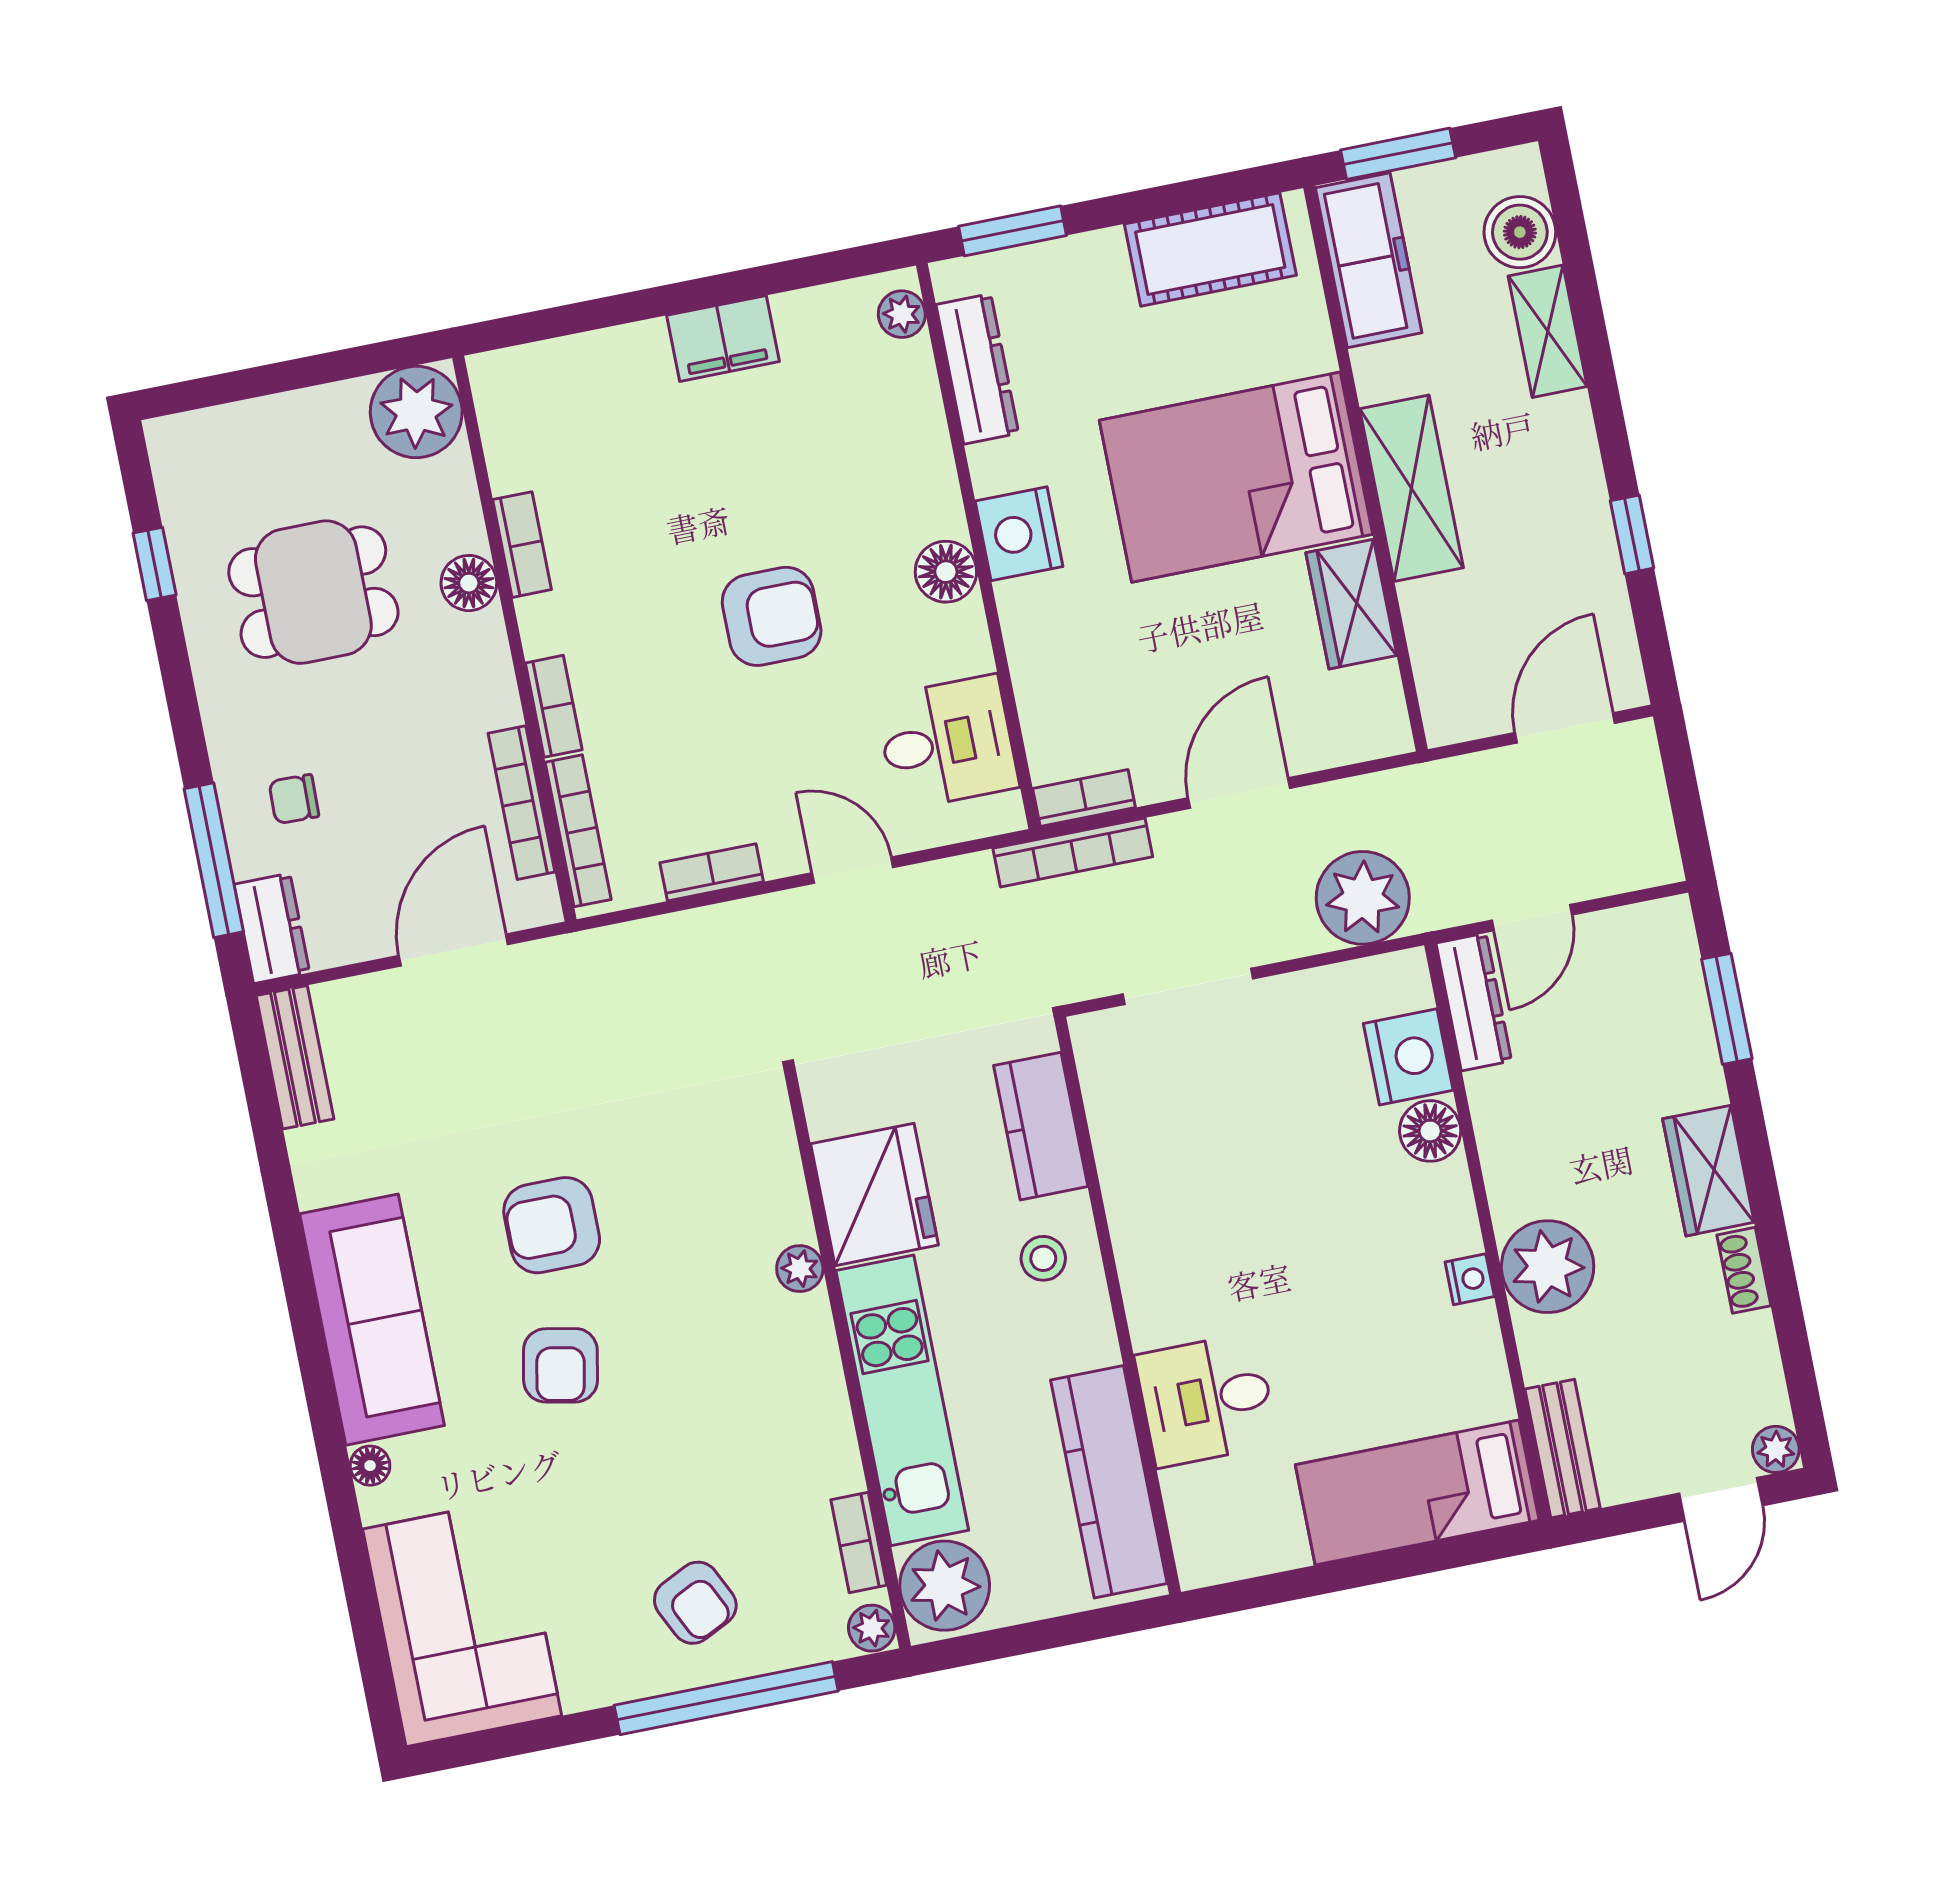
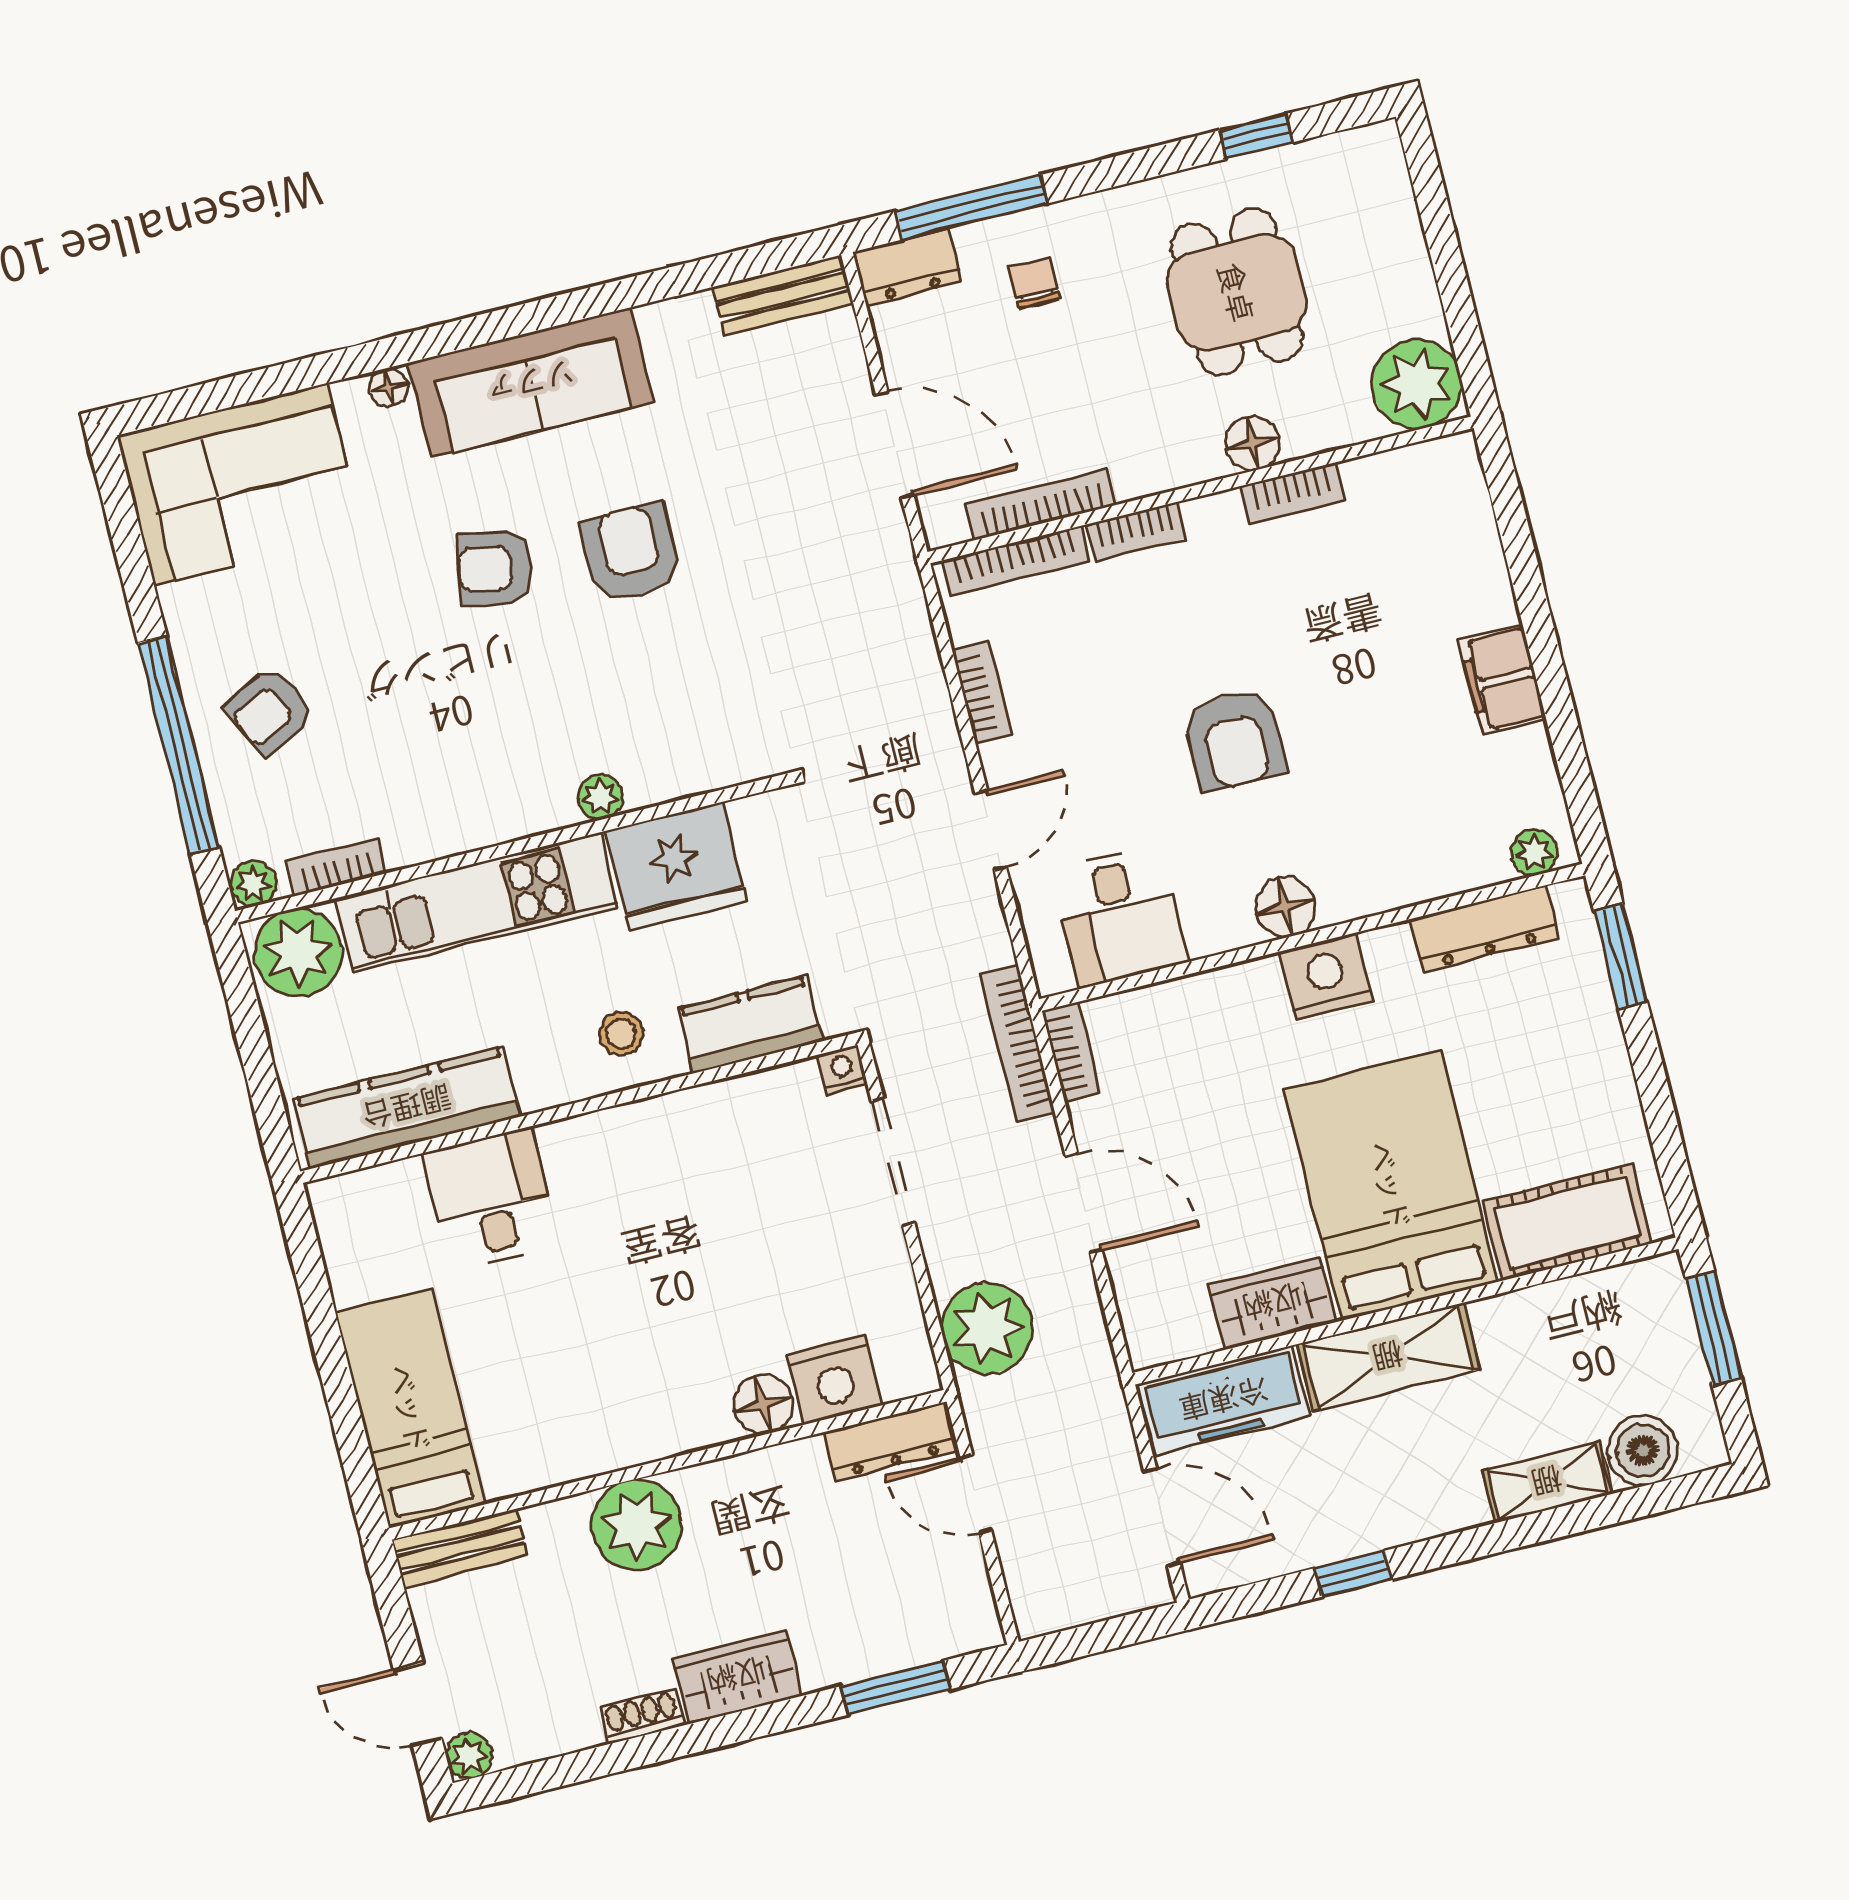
cot: (1210, 250) -> (1568, 1222), moved, turned 90
freezer: (1369, 260) -> (1224, 1400), moved
nightstand: (1470, 1279) -> (842, 1069), moved, turned 180

